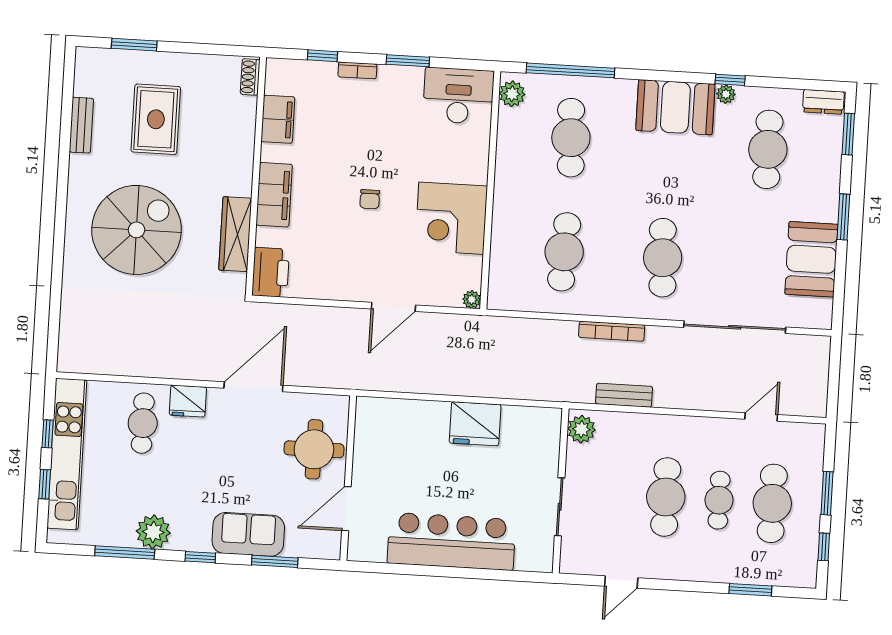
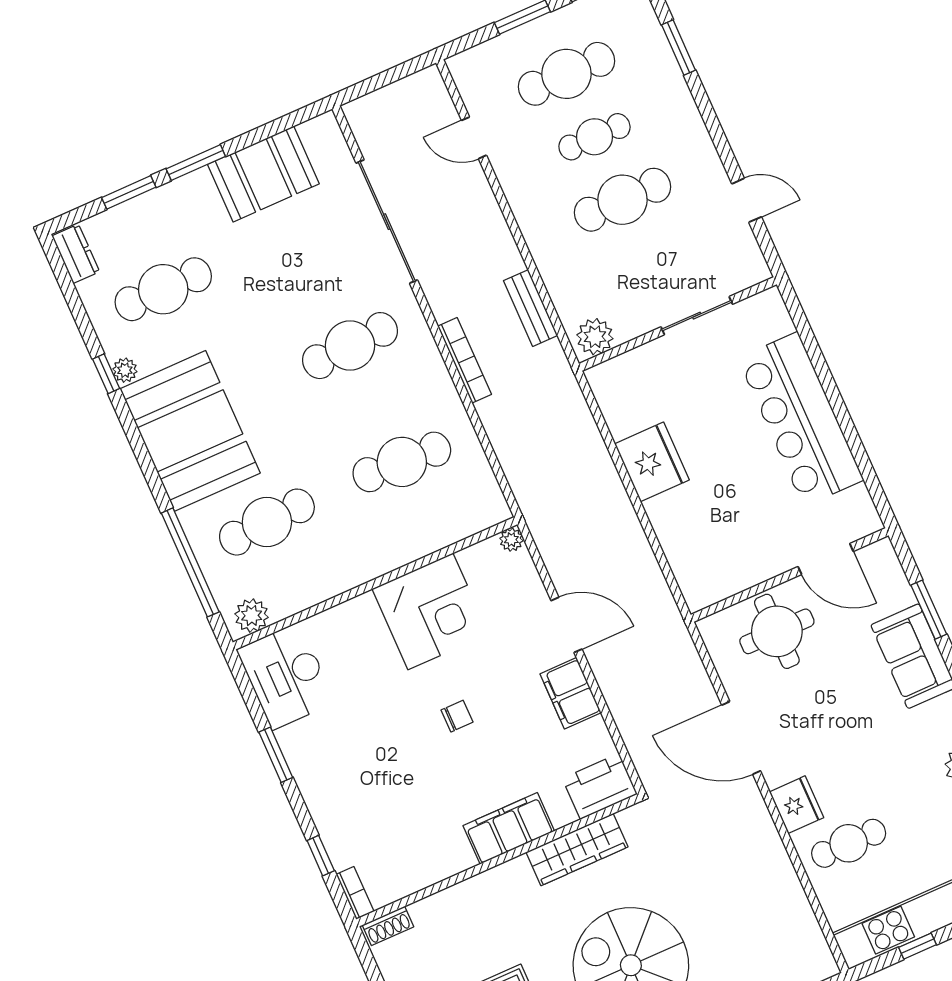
bookcase: (357, 70) -> (355, 893), moved
booth: (675, 107) -> (190, 431), width x1.36, depth x1.42
filing cabinet: (278, 119) -> (571, 693), moved, turned -90
window: (848, 134) -> (129, 192), moved

